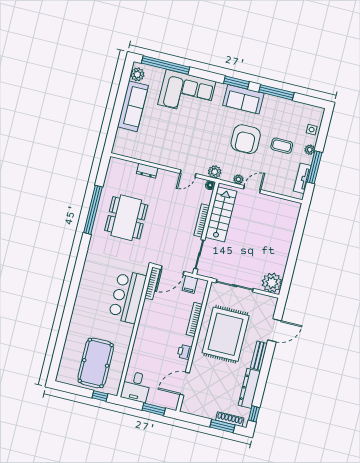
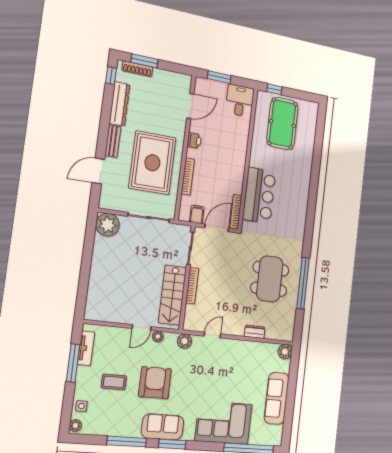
plant: (137, 74) -> (285, 352), moved
plant: (310, 150) -> (75, 425), moved
floor lamp: (210, 185) -> (188, 326), removed

